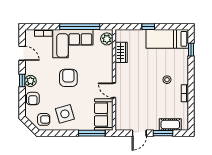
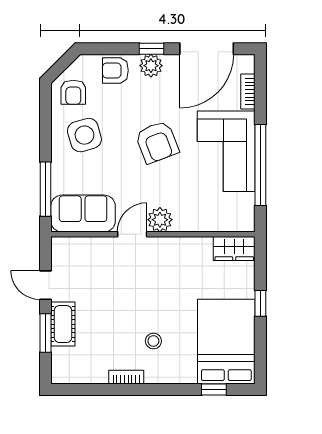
plant: (107, 39) -> (160, 220), moved
bed: (167, 39) -> (226, 342), width x1.50
wardrobe: (121, 52) -> (234, 249), moved
door: (22, 53) -> (207, 49), width x1.88
armchair: (68, 78) -> (157, 142), turned 69
cot: (170, 125) -> (63, 324), moved

